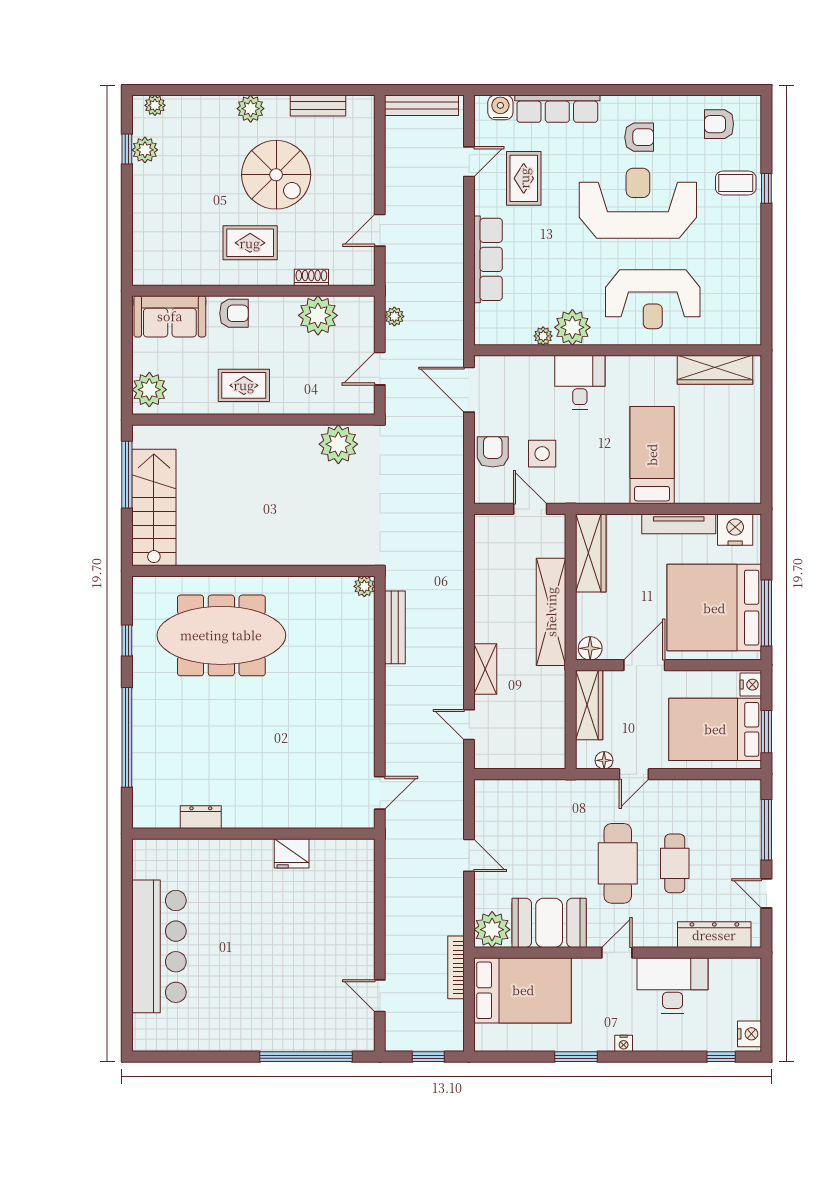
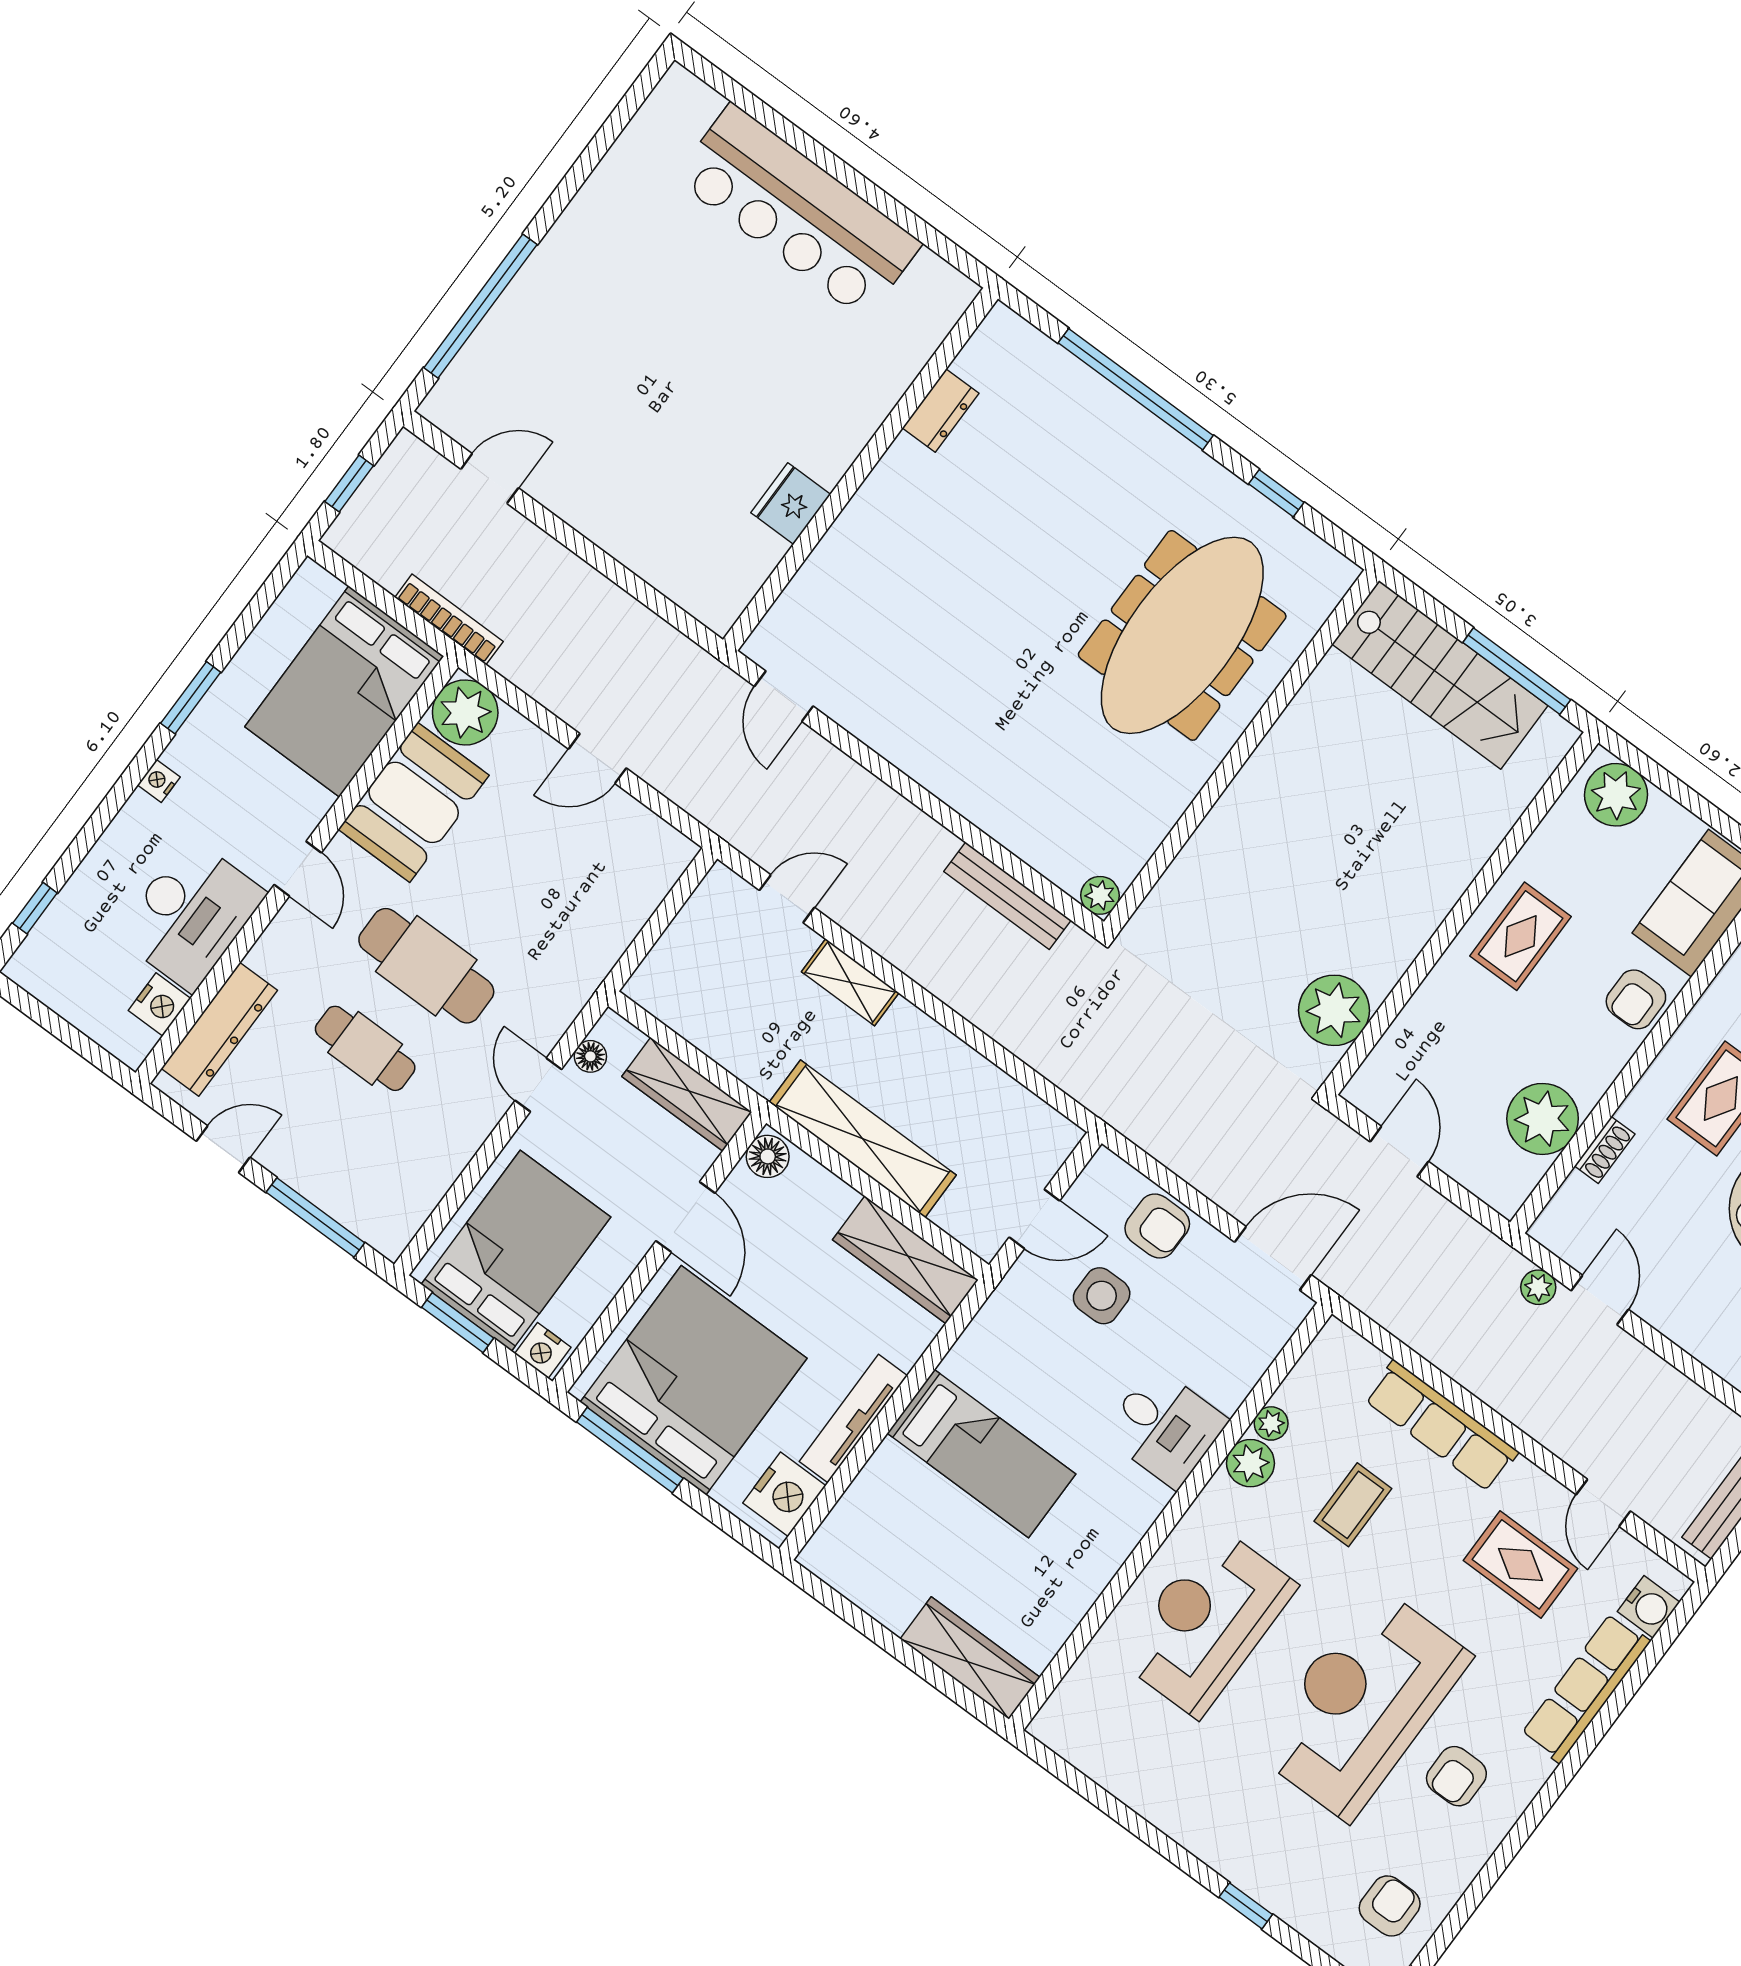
coffee table: (736, 183) -> (1353, 1505), moved
reception desk: (638, 203) -> (1362, 1703), turned 180
plant: (394, 316) -> (1538, 1287), moved
plant: (572, 327) -> (1250, 1463), width x0.73, depth x0.73
wardrobe: (715, 370) -> (970, 1658), moved, turned 90
nightstand: (750, 1034) -> (159, 1004), moved, turned -90

